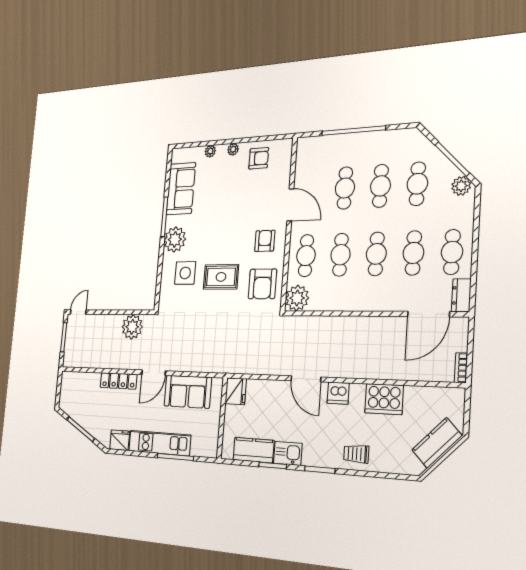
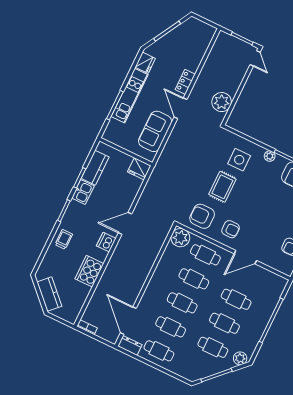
plant: (461, 186) -> (240, 358), moved
plant: (175, 239) -> (270, 156), width x0.53, depth x0.53
locker: (119, 381) -> (185, 82), width x0.66

